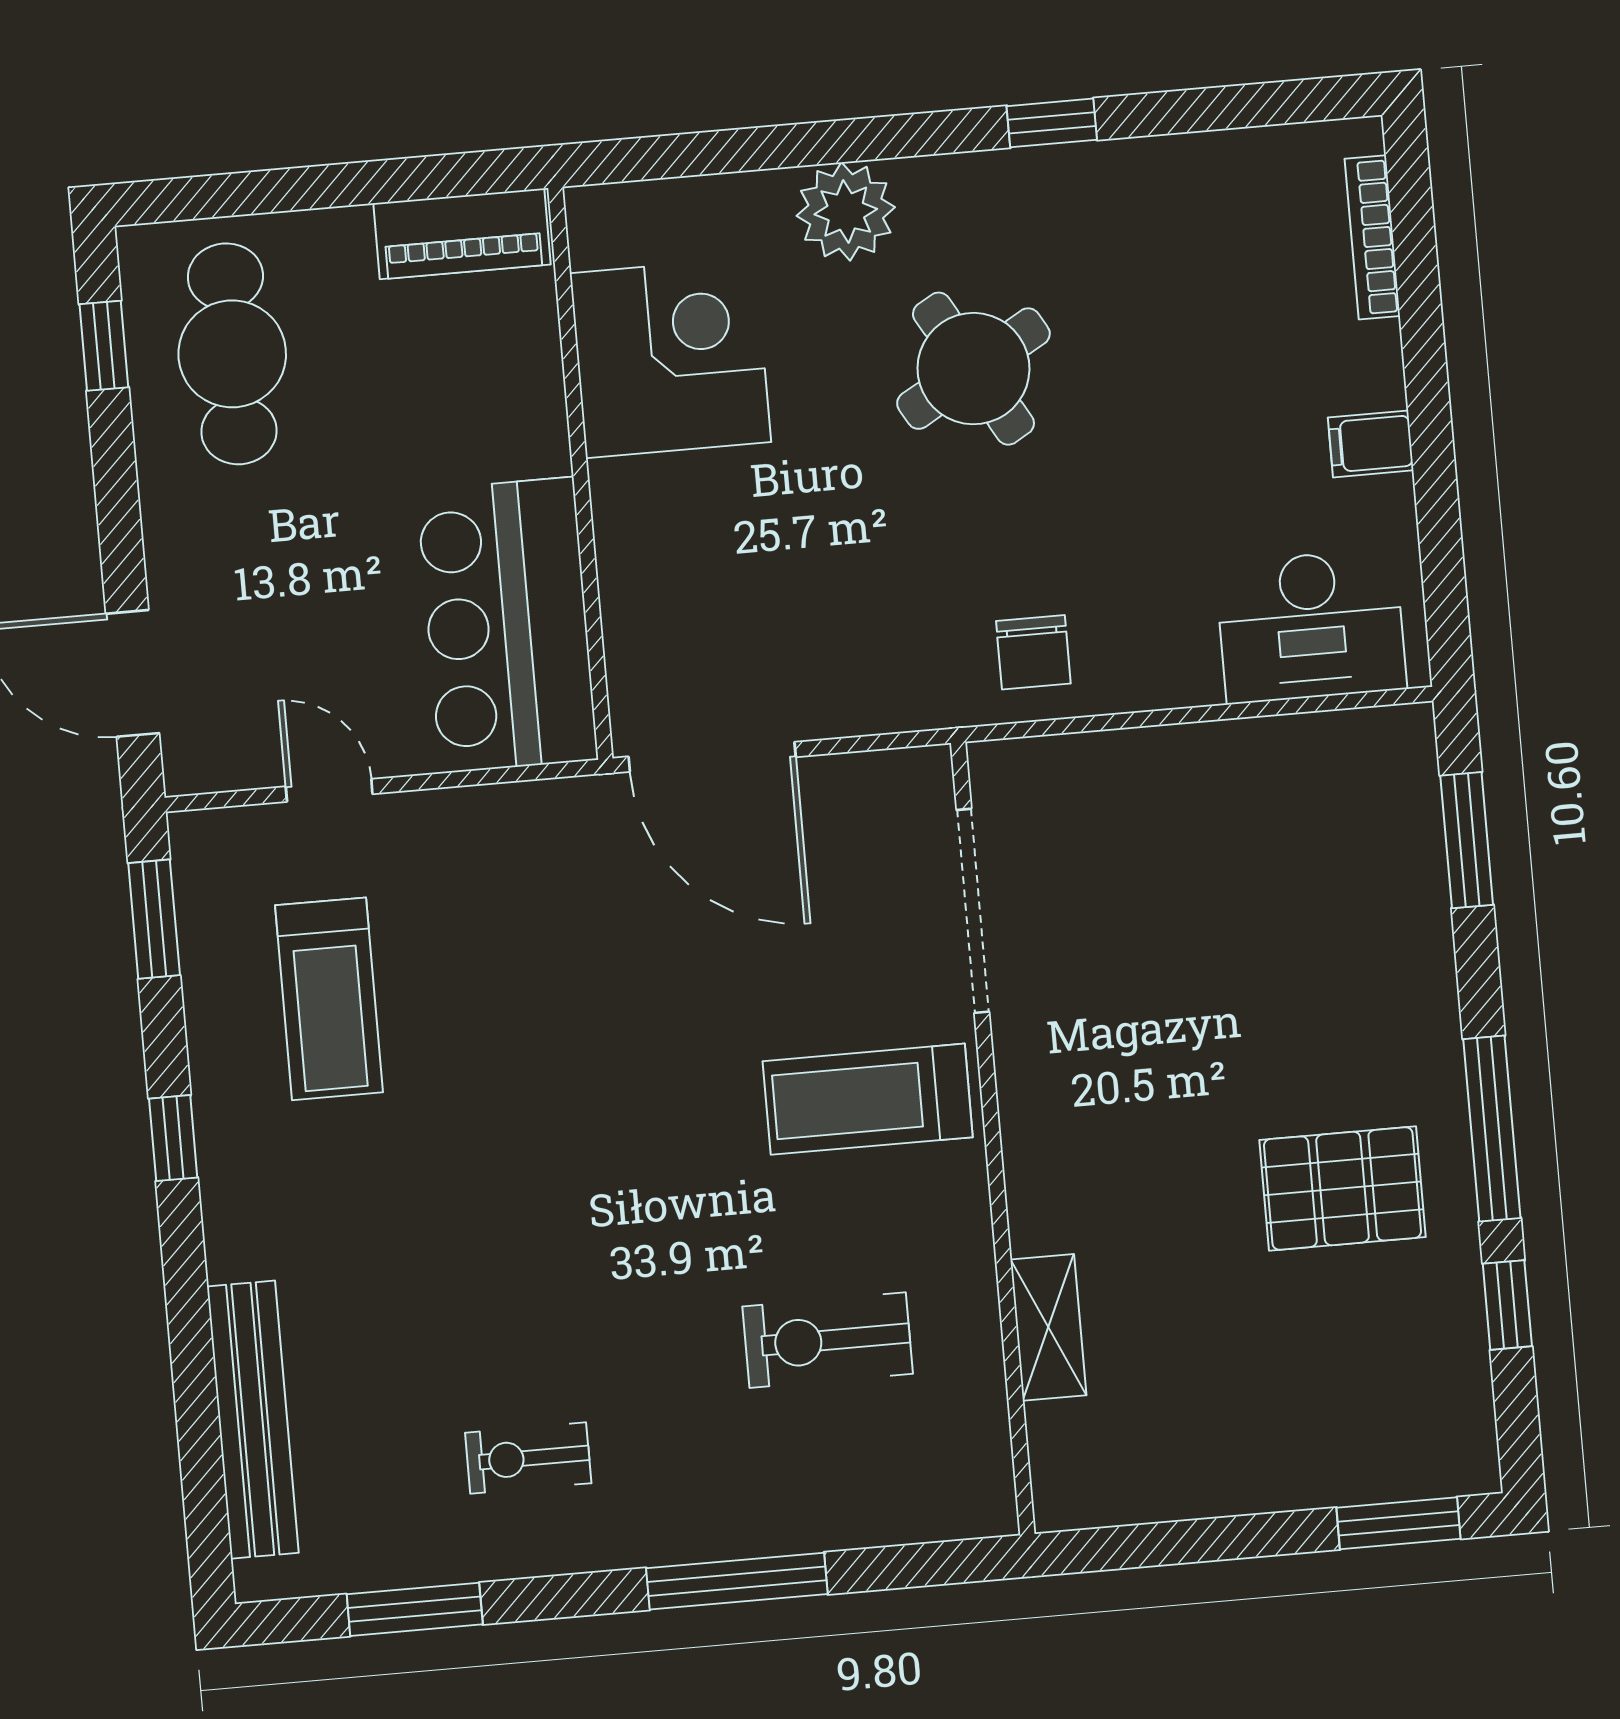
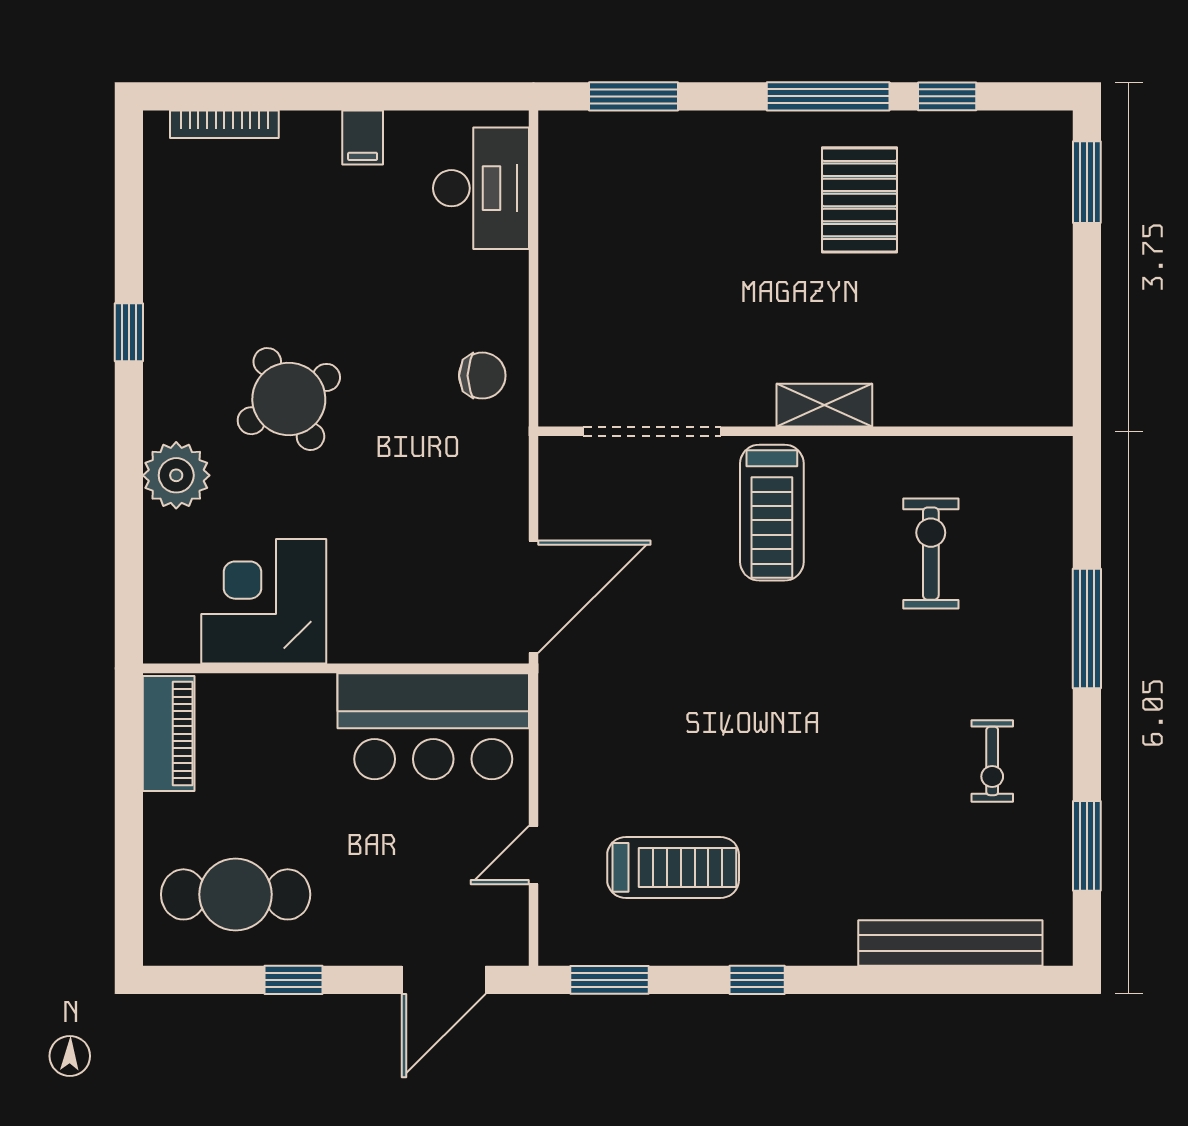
window: (104, 346) -> (294, 980), moved
shelving: (1048, 1327) -> (824, 405), moved
exercise bike: (828, 1340) -> (931, 554), turned 180

